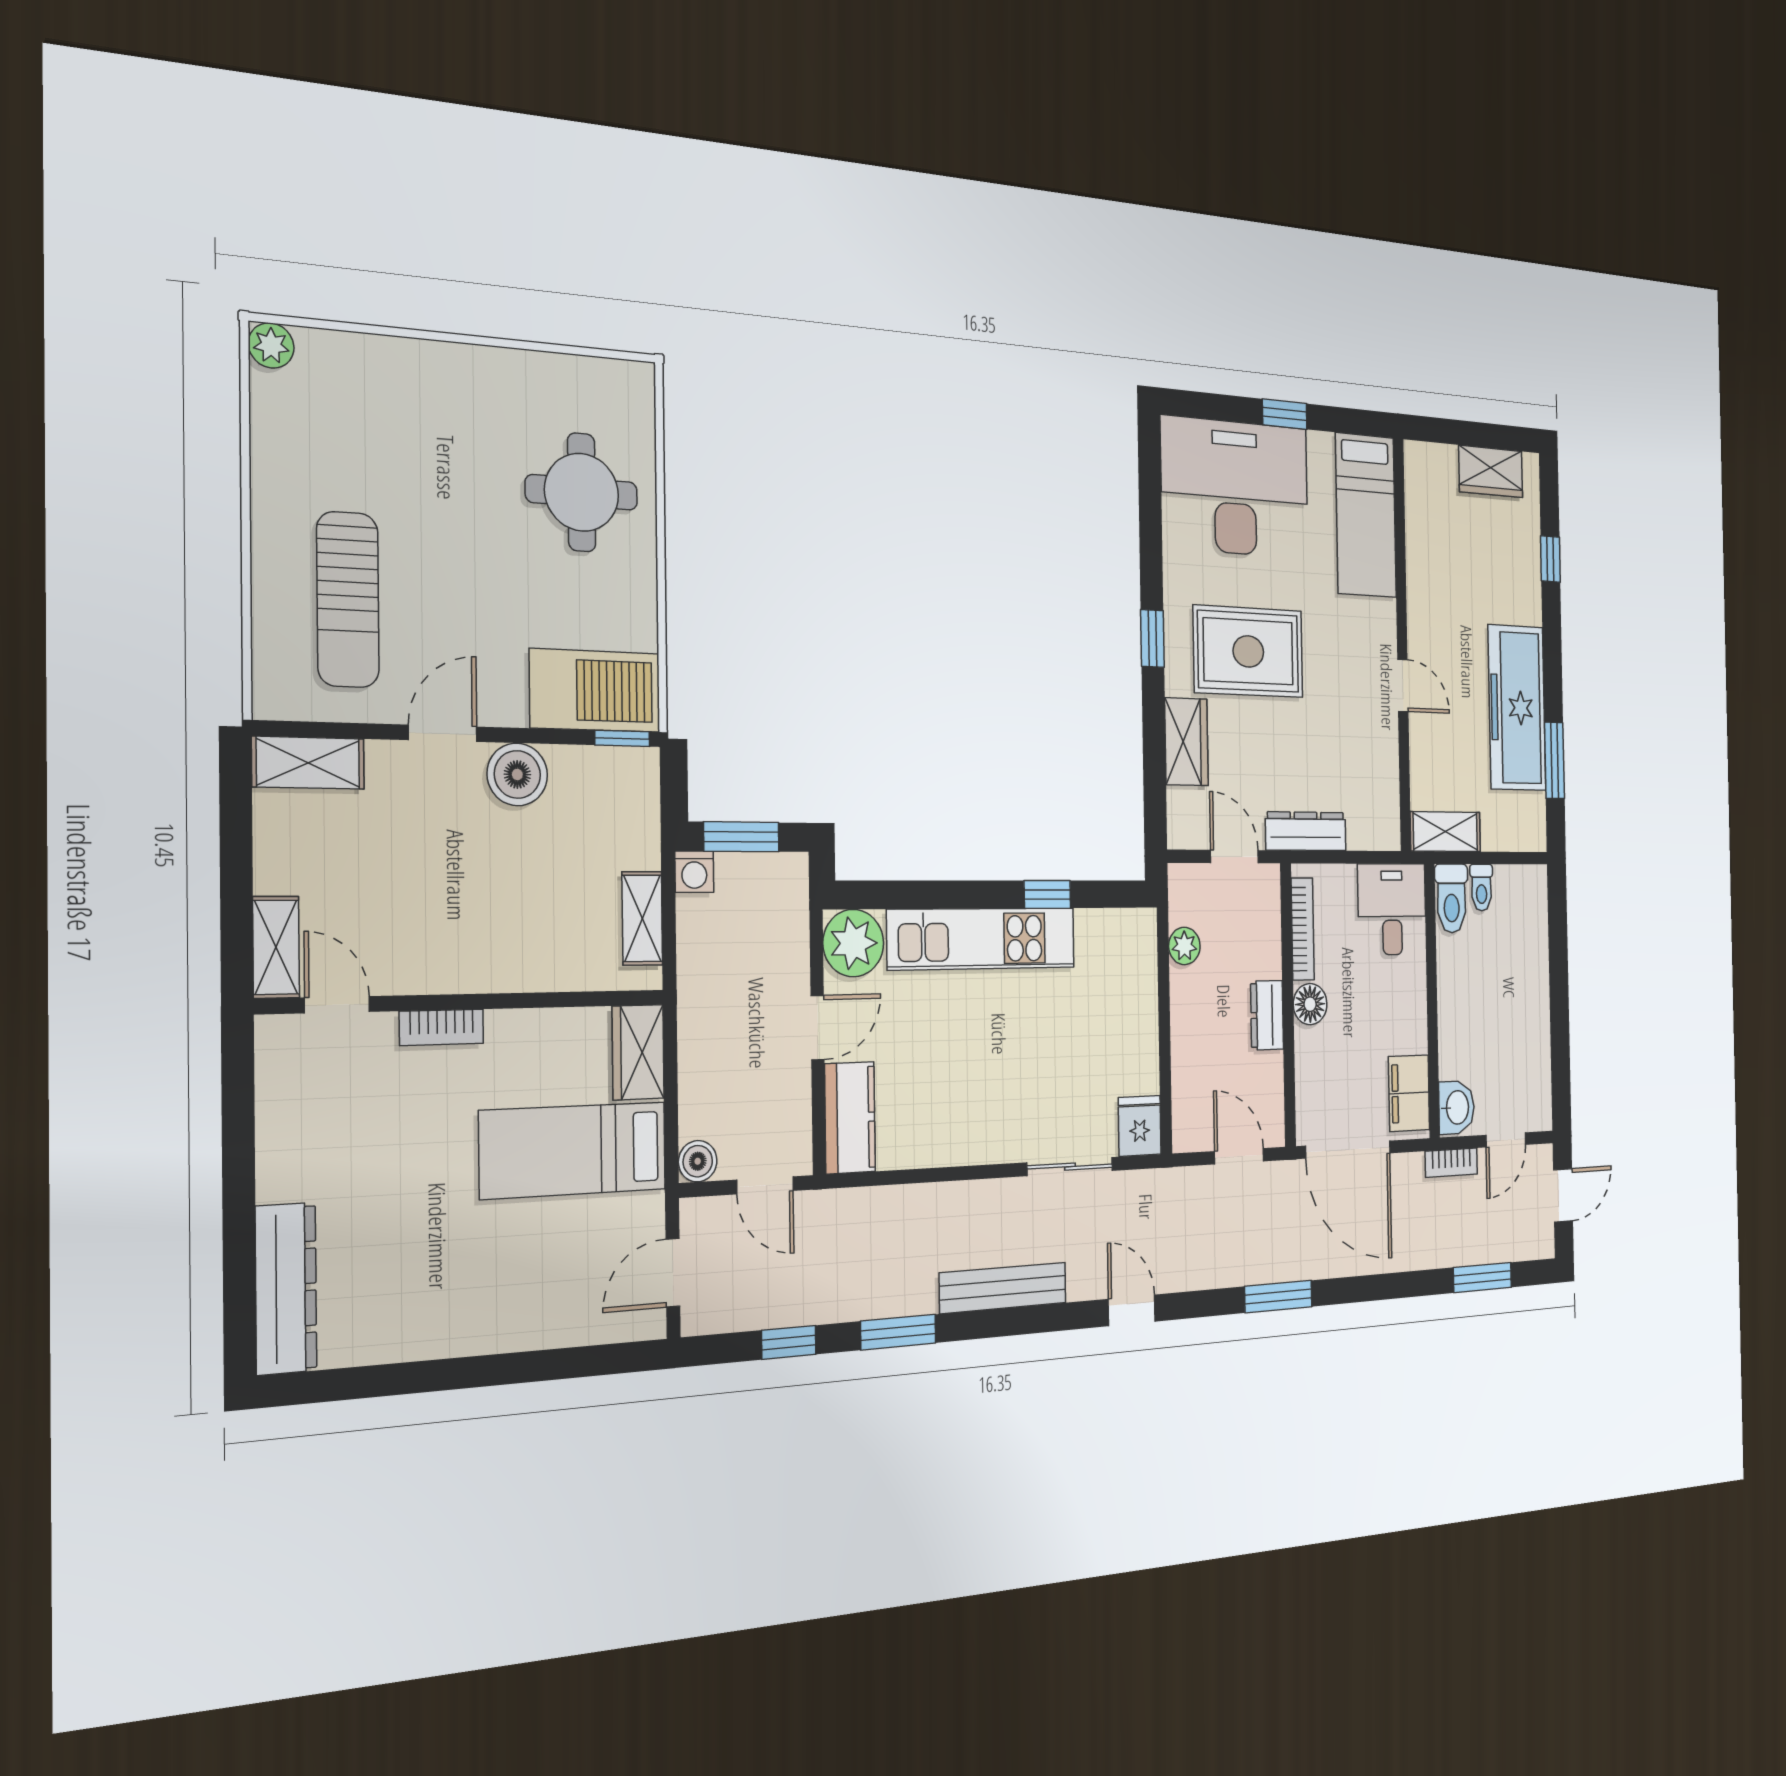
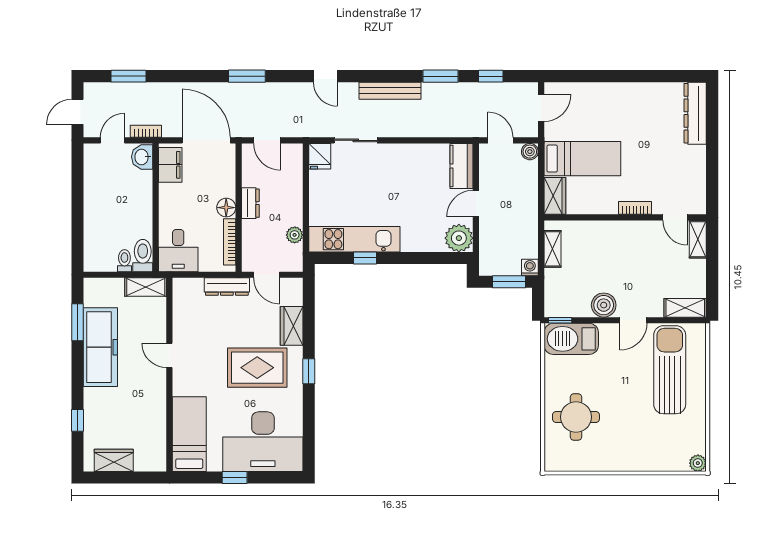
sun lounger: (348, 600) -> (670, 370), width x1.36, depth x1.34
kitchen unit: (982, 939) -> (354, 239), moved

